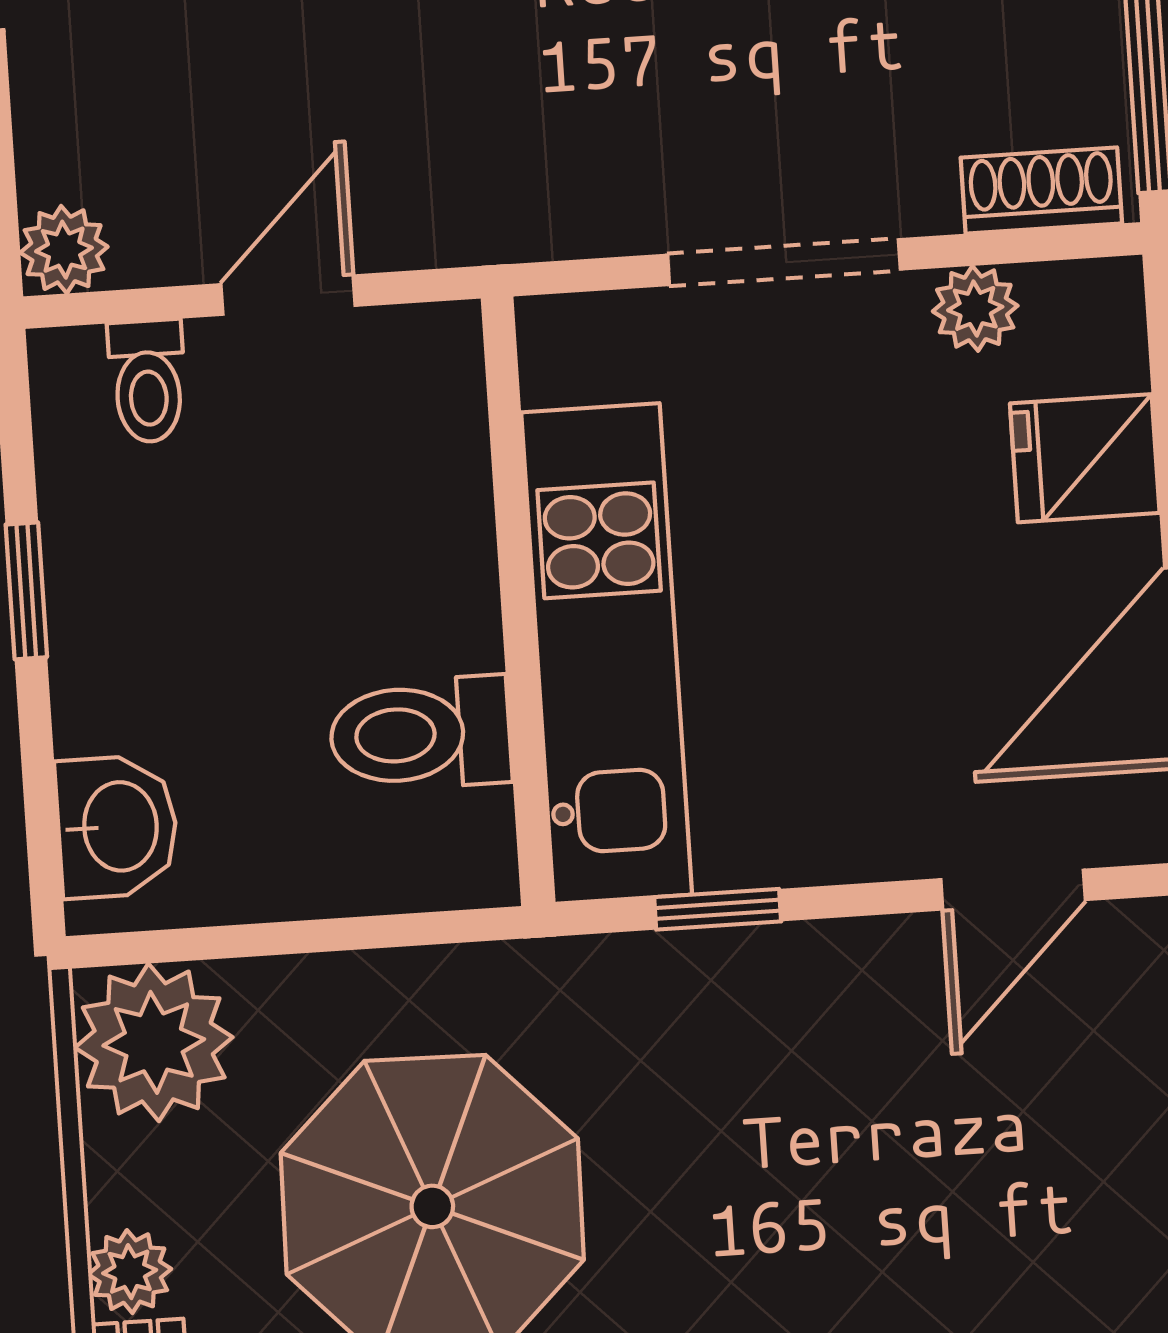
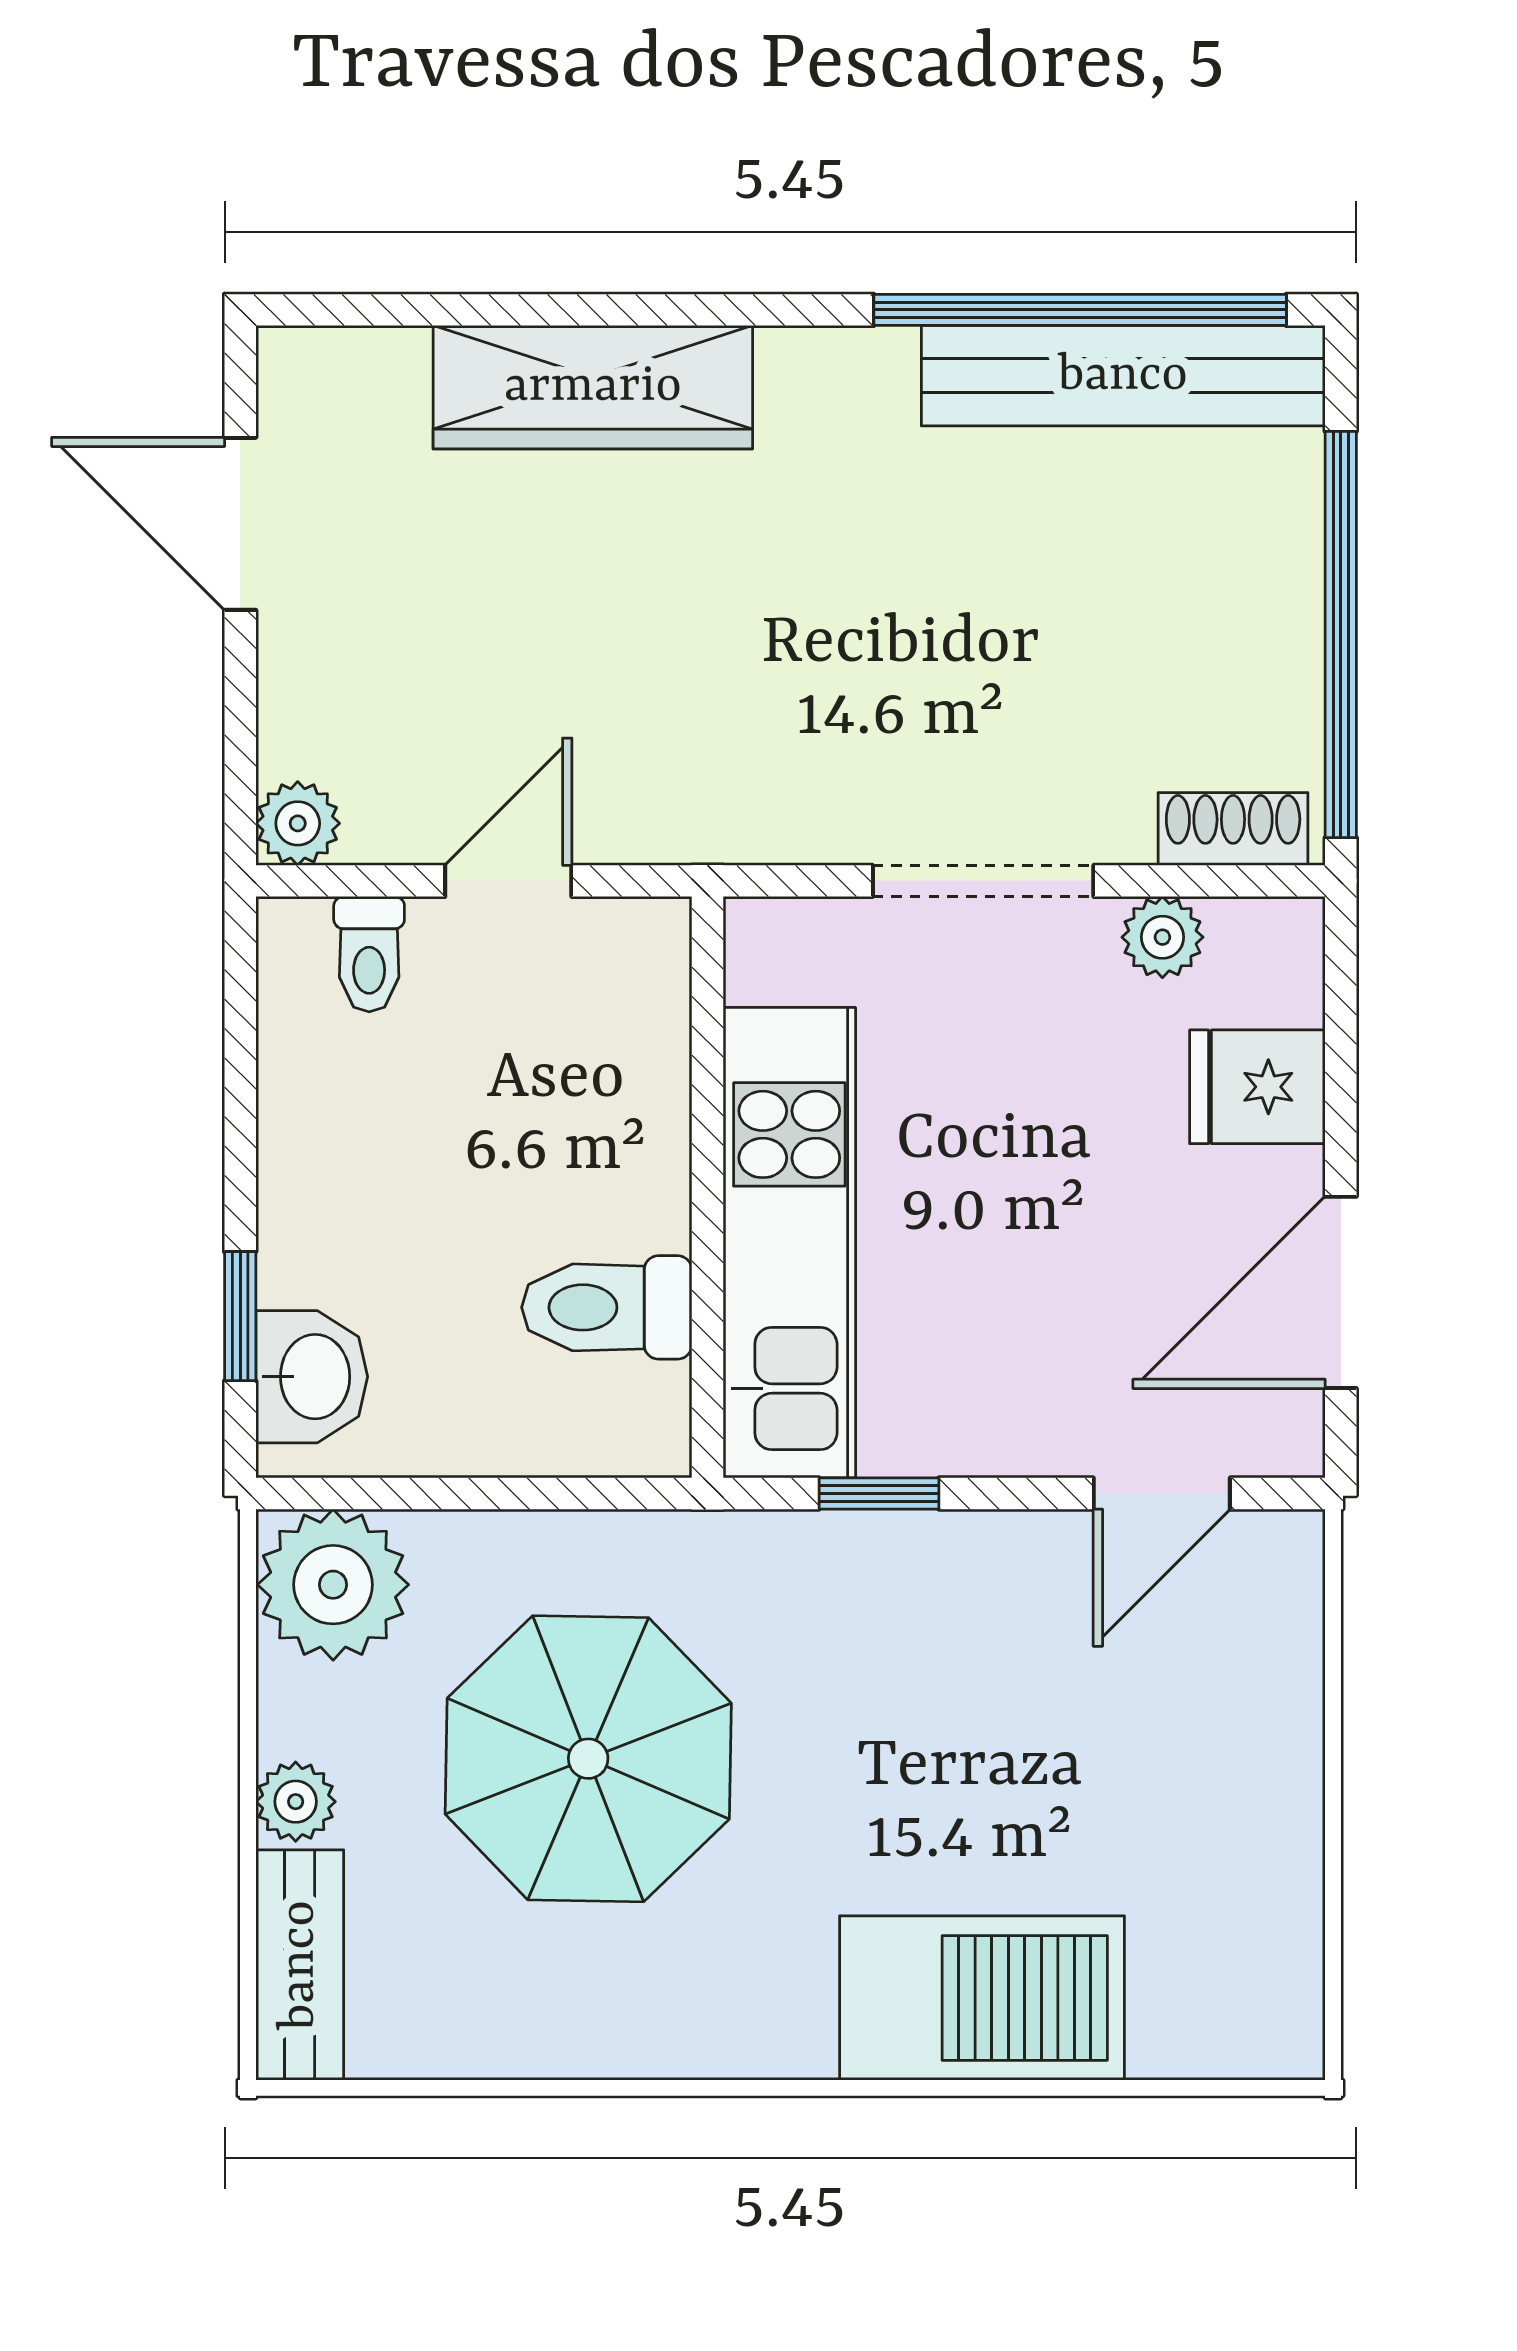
window: (26, 591) -> (240, 1316), moved

